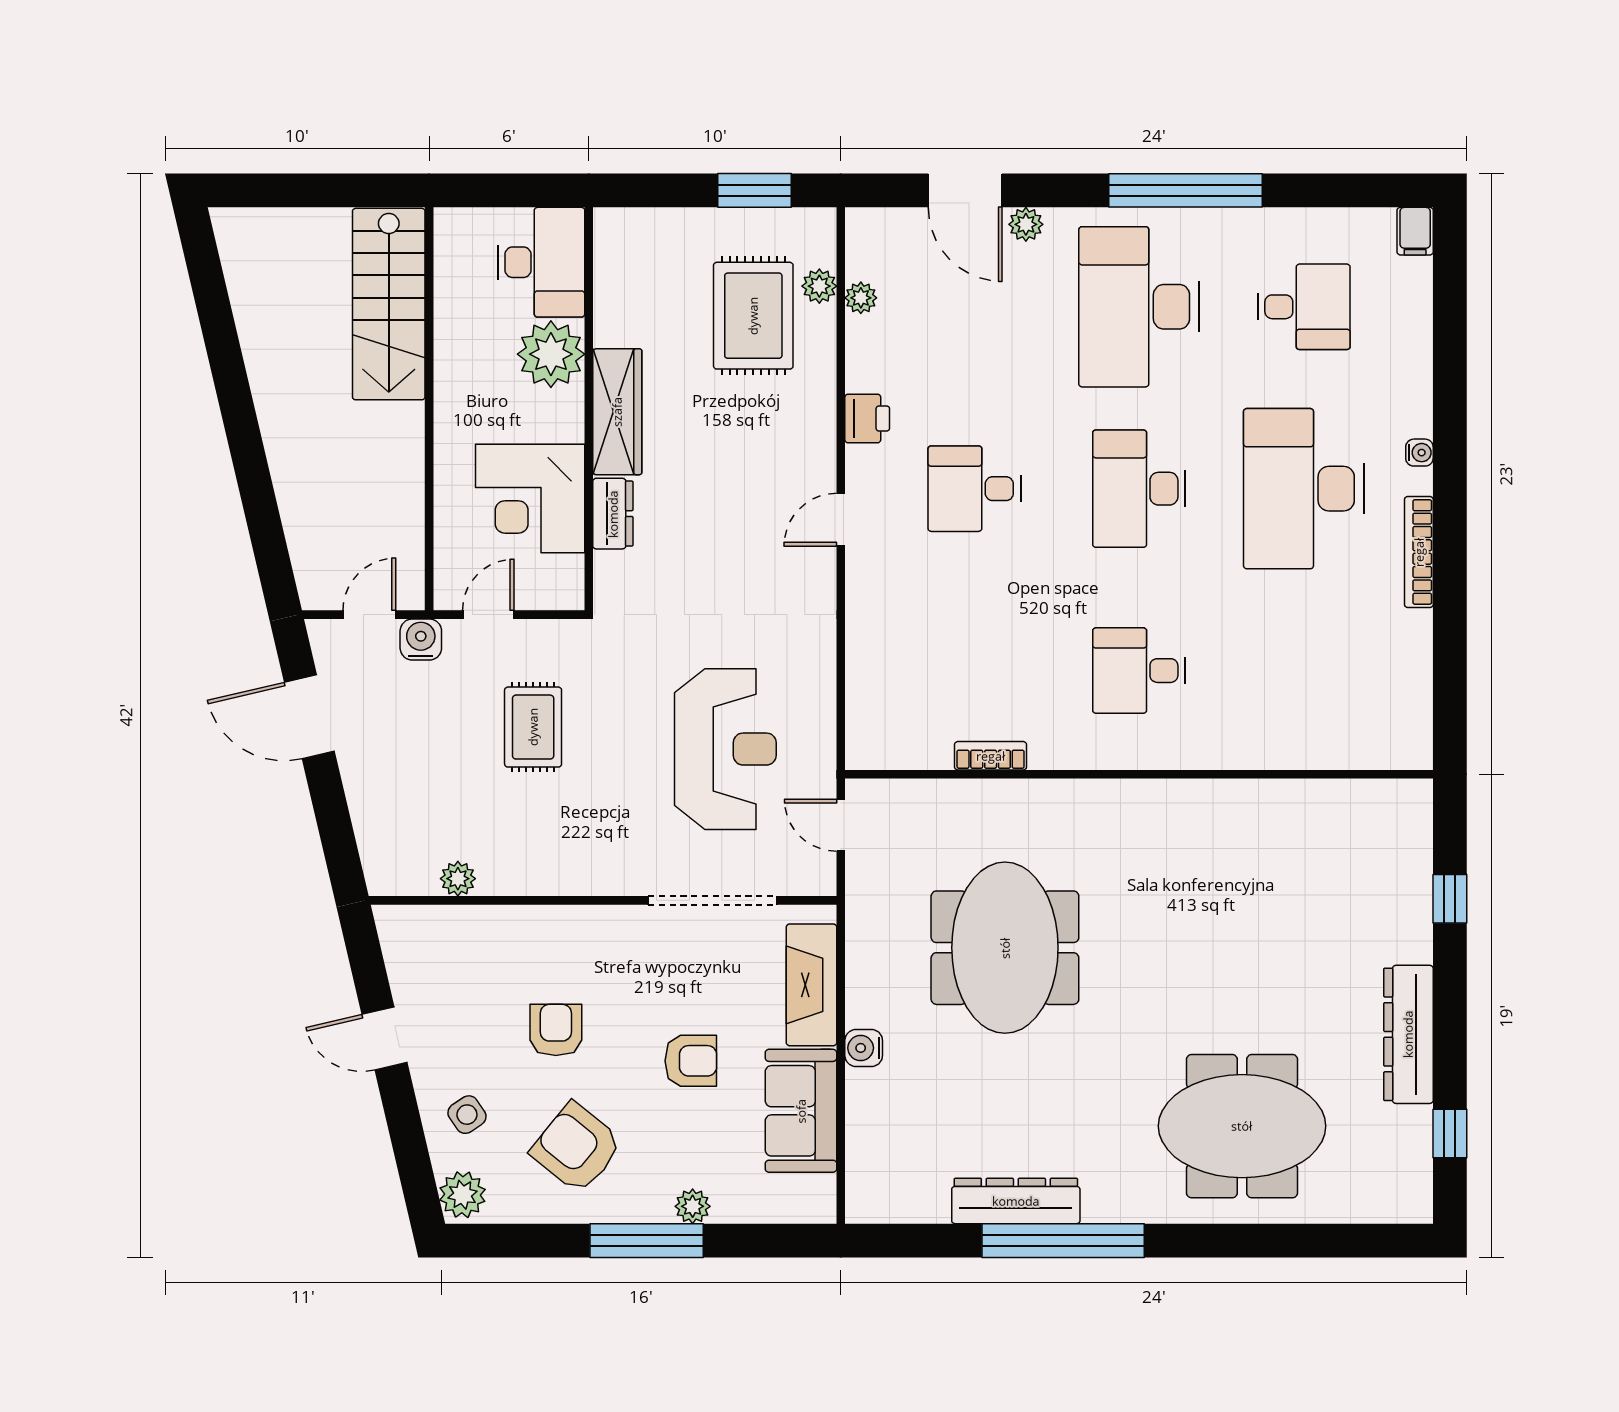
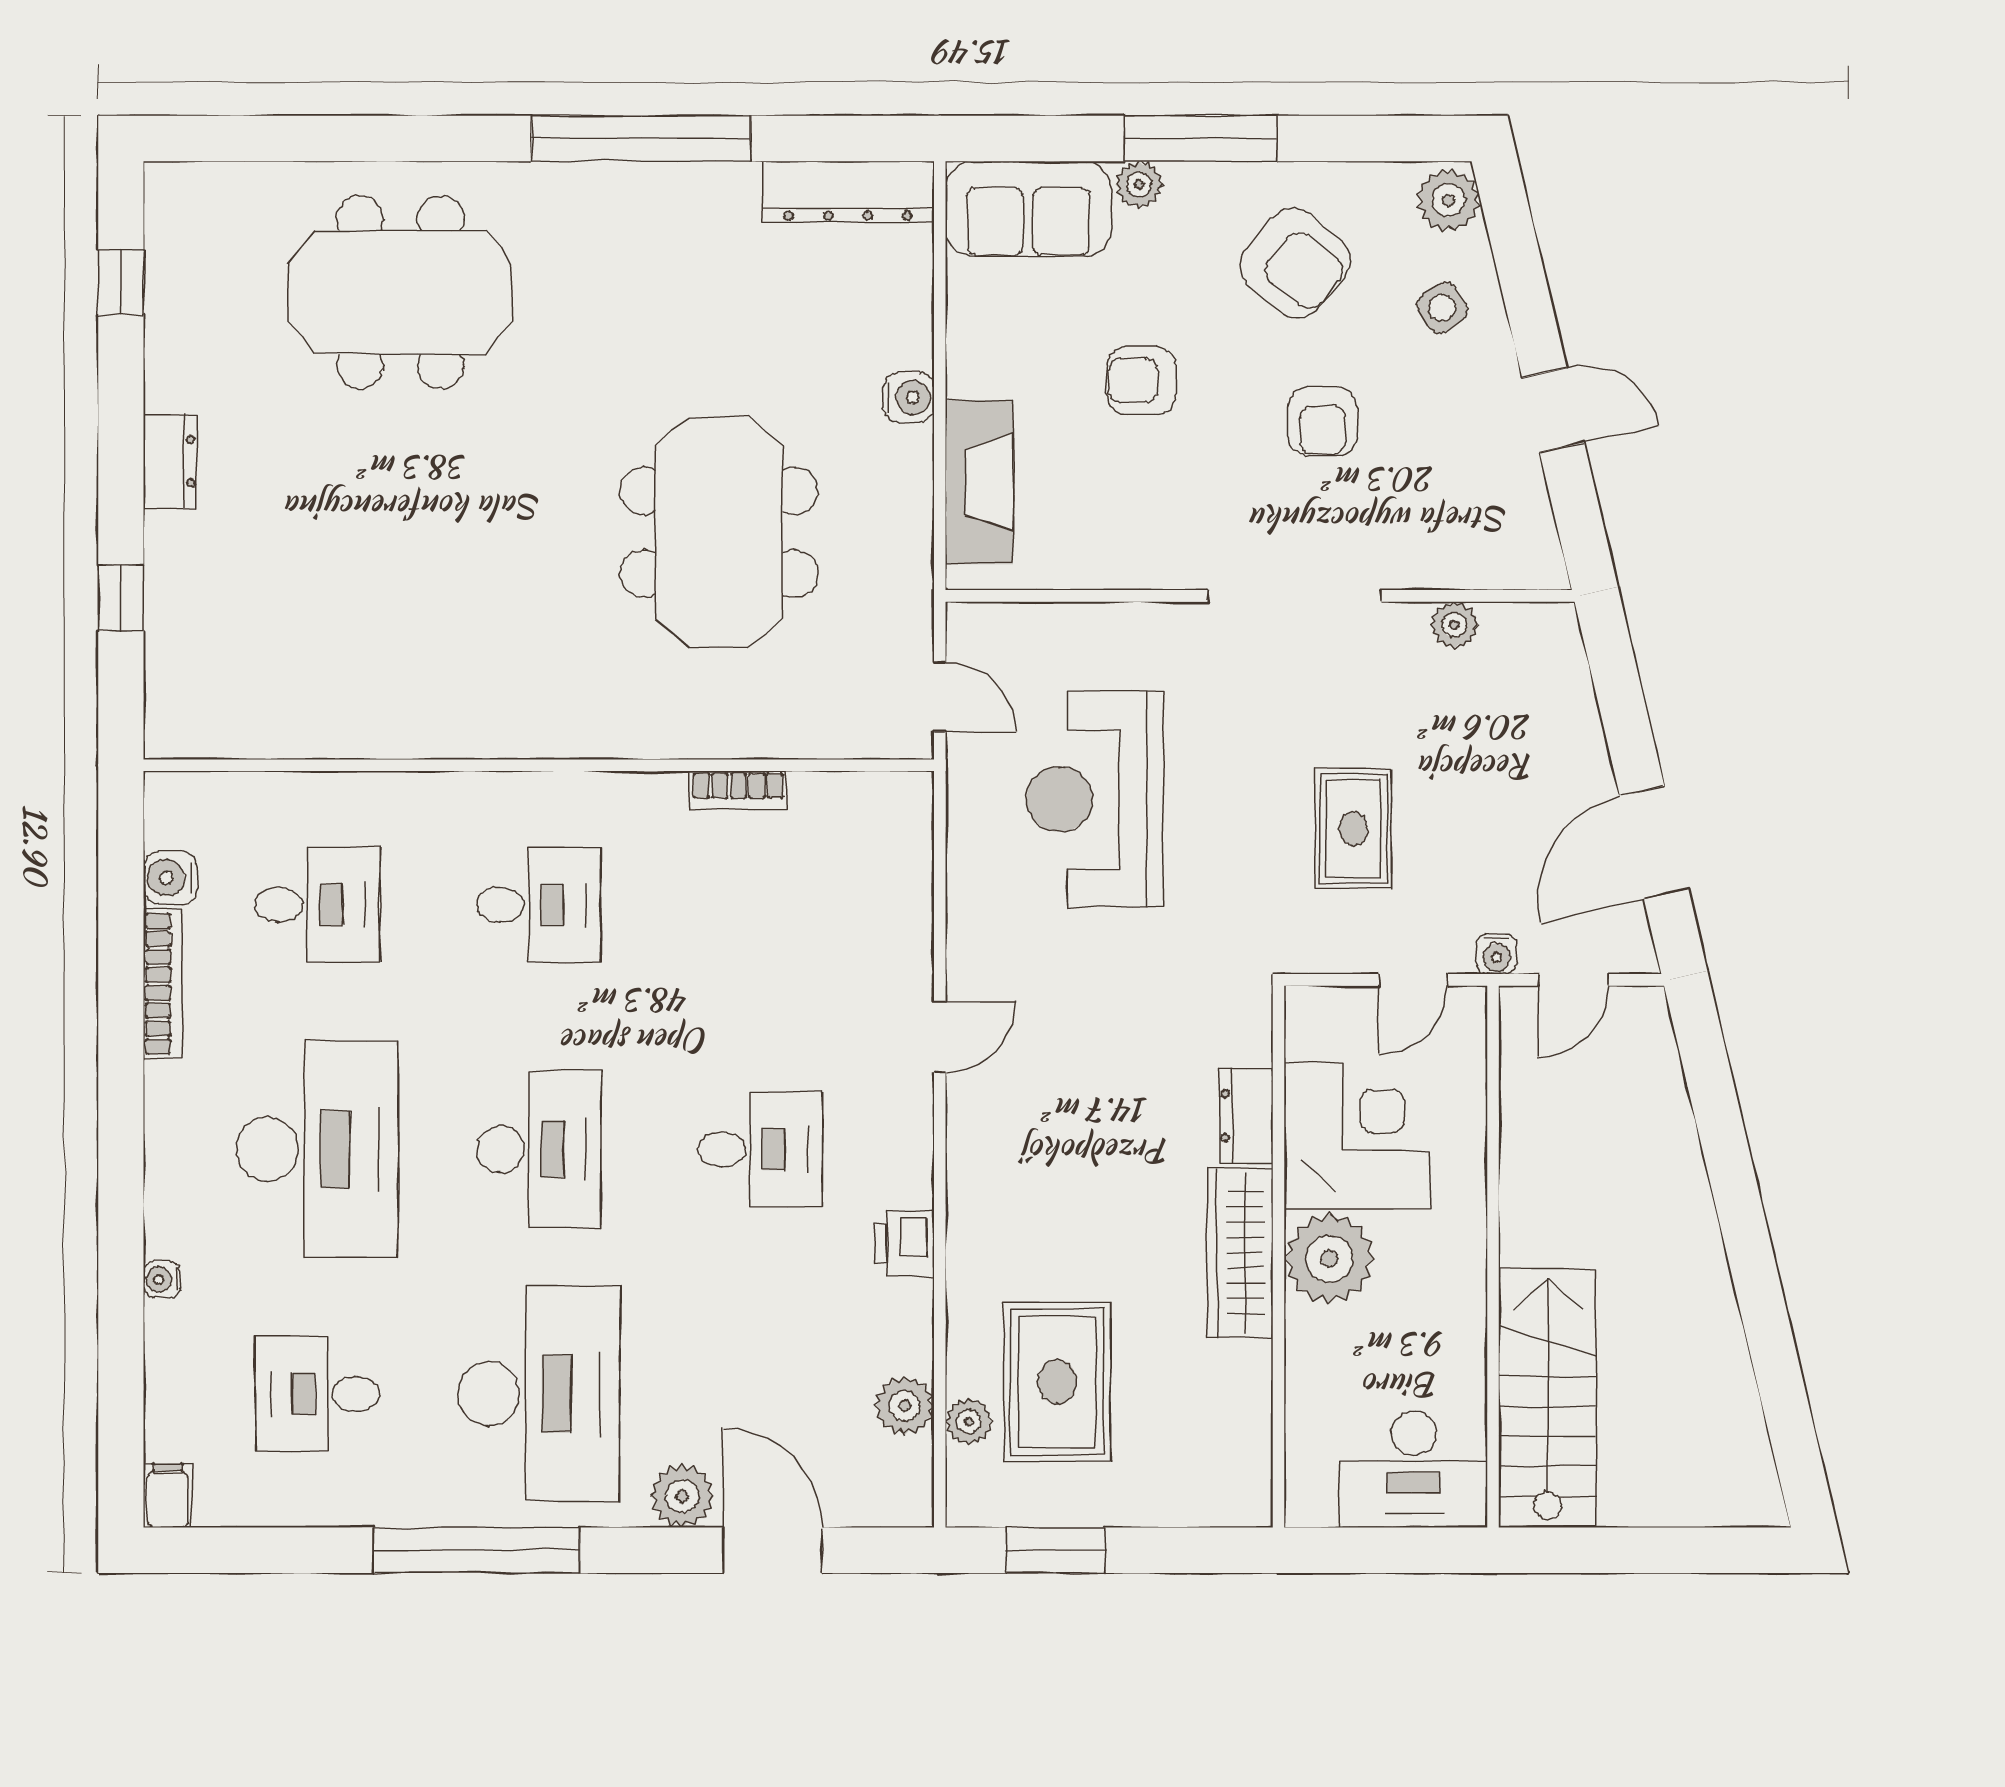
plant: (1026, 224) -> (682, 1496), width x1.38, depth x1.38
desk: (541, 262) -> (1414, 1470), moved, turned -90
plant: (861, 298) -> (905, 1406), width x1.38, depth x1.38
plant: (551, 354) -> (1329, 1259), moved
water cooler: (1419, 453) -> (162, 1279), moved
door: (841, 520) -> (940, 1037), moved
bookcase: (1419, 552) -> (163, 984), moved
water cooler: (421, 640) -> (1497, 954), width x0.72, depth x0.72
desk: (1304, 671) -> (317, 905), added
water cooler: (1413, 691) -> (170, 878), added
door: (309, 717) -> (1654, 843), swing flipped
doorway: (713, 900) -> (1294, 596), moved
dresser: (1408, 1034) -> (170, 461), width x0.51, depth x0.80
sofa: (801, 1111) -> (1028, 209), moved, turned 90
dresser: (1016, 1201) -> (848, 192), moved

